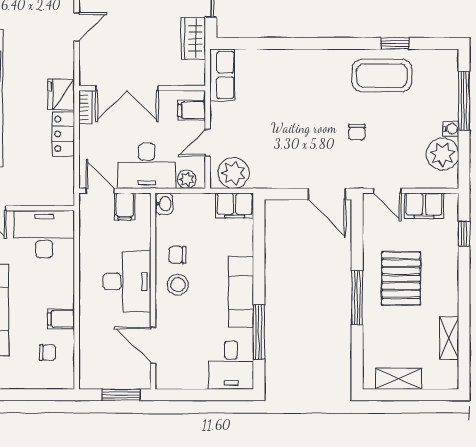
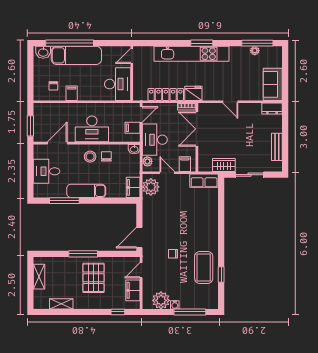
locker: (63, 134) -> (166, 94), width x1.53
pallet: (401, 278) -> (94, 278), turned 90
desk: (231, 365) -> (46, 171), moved

